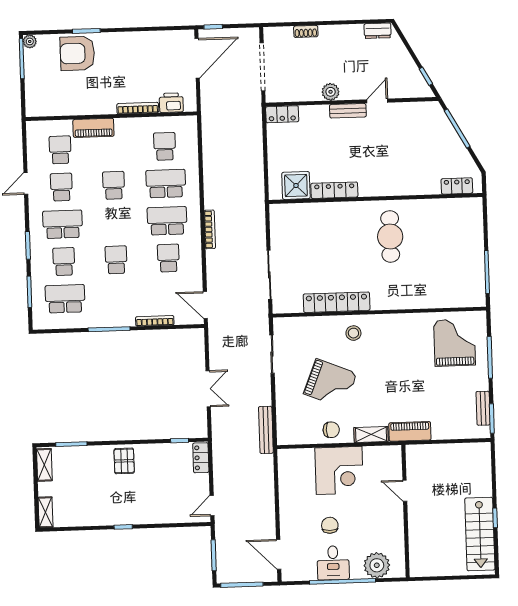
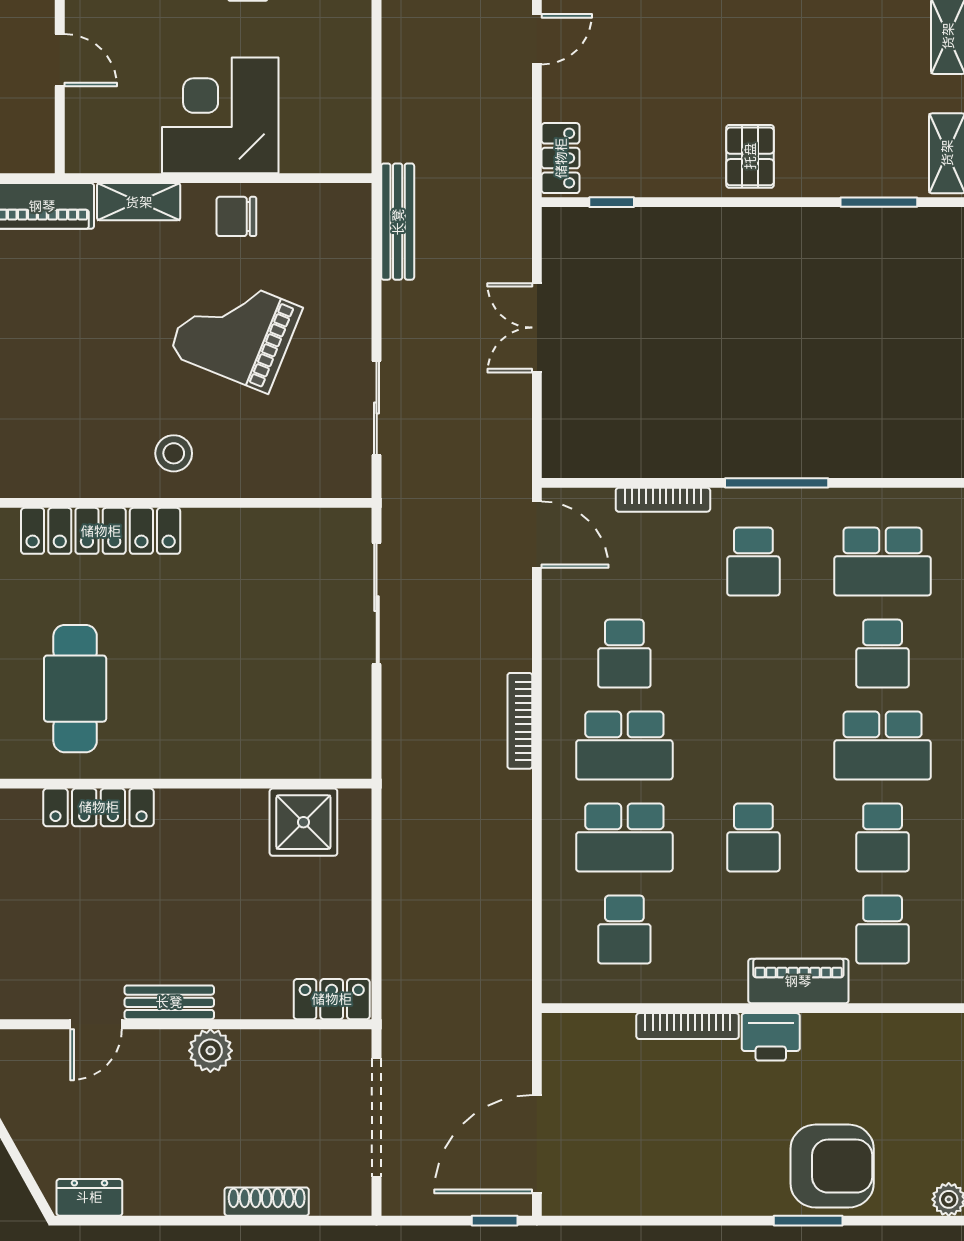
shoe rack: (306, 31) -> (267, 1202), width x1.43
printer: (171, 103) -> (771, 1037), moved
locker: (334, 190) -> (99, 807), moved
school desk: (116, 260) -> (753, 562), moved
locker: (337, 302) -> (101, 531), moved

